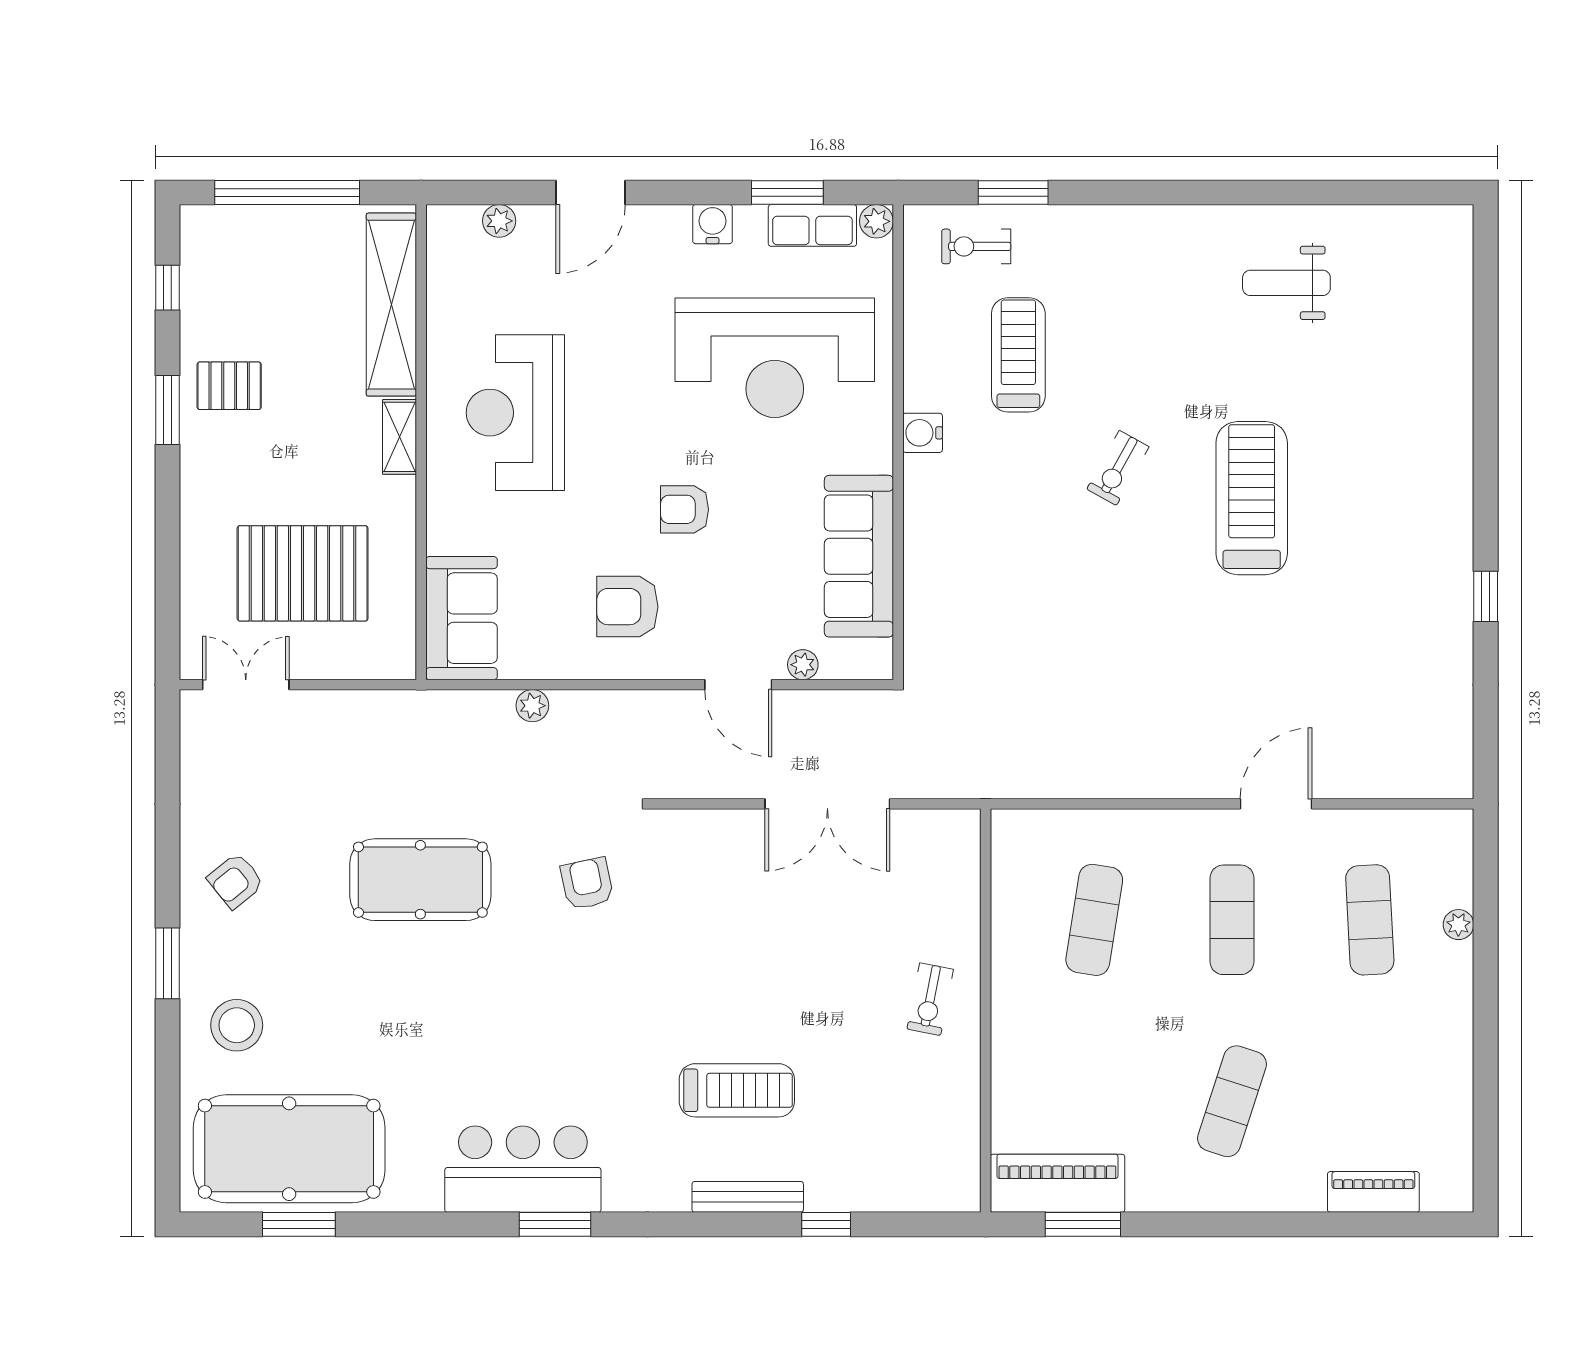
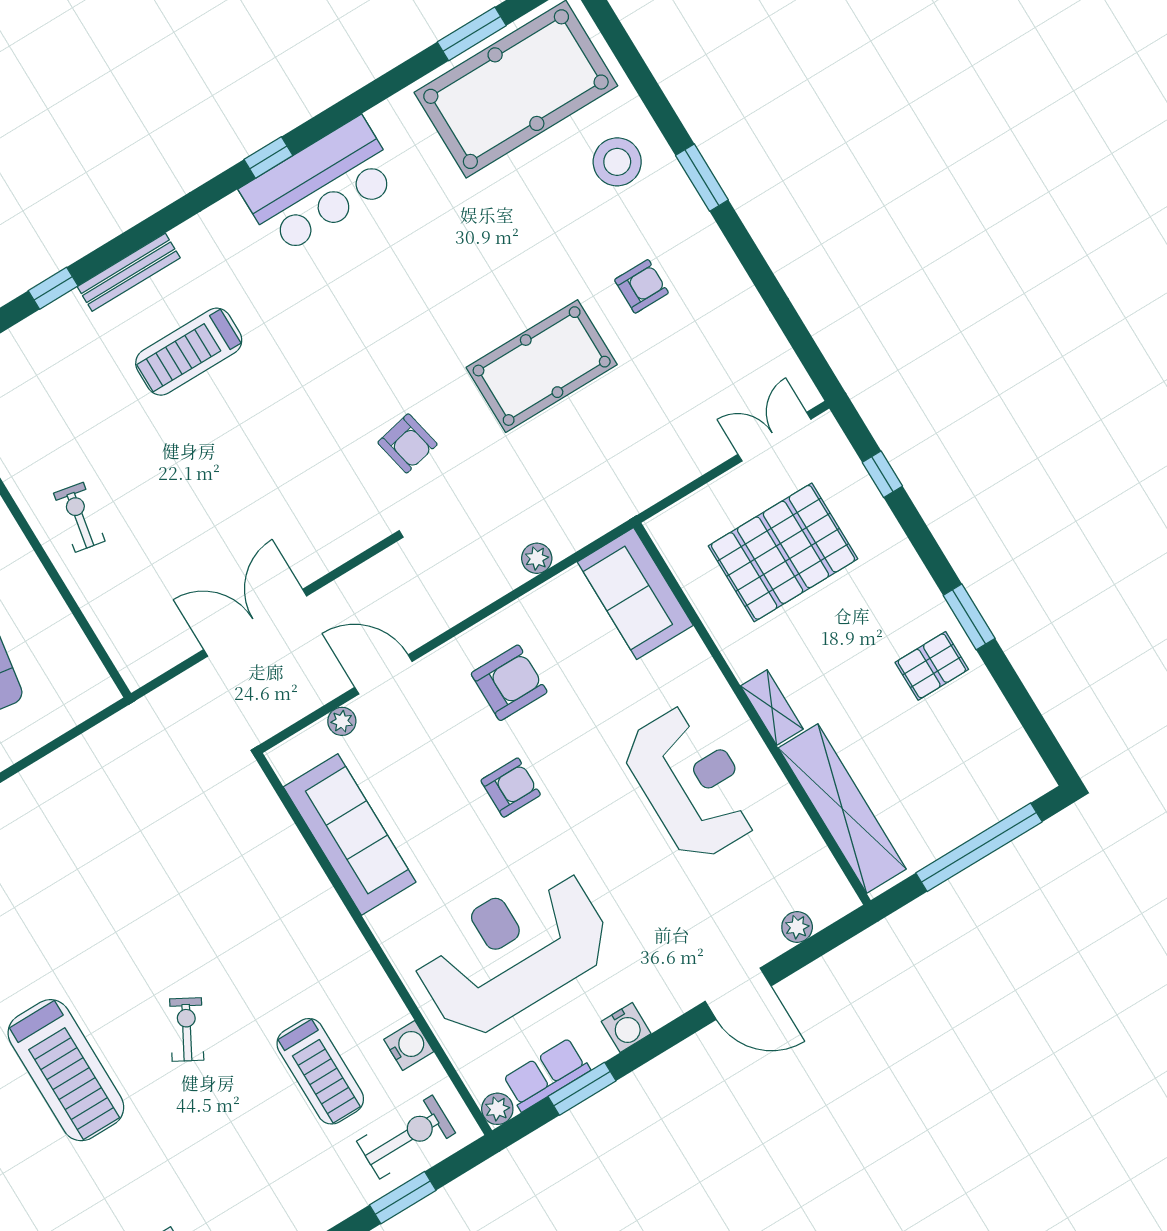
door: (591, 192) -> (738, 994), swing flipped
exercise bike: (976, 246) -> (406, 1137), width x1.38, depth x1.39
window: (167, 288) -> (882, 474), moved
water cooler: (923, 433) -> (409, 1045), moved
double door: (246, 685) -> (774, 437), swing flipped
armchair: (236, 881) -> (641, 286), moved, turned 39
window: (555, 1224) -> (268, 157), width x0.67

